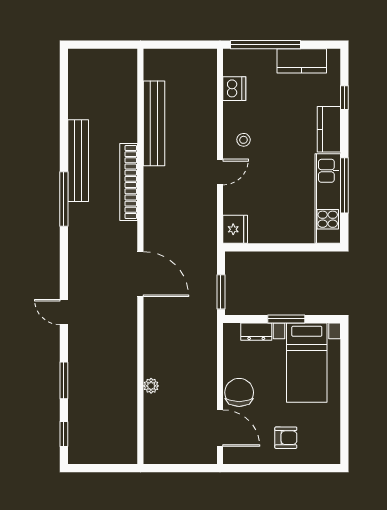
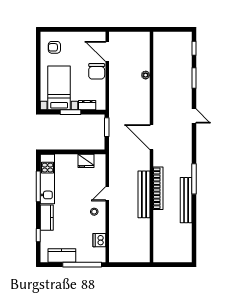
bench: (154, 123) -> (144, 194), moved
fridge: (235, 229) -> (86, 161), moved, turned -90
armchair: (286, 438) -> (54, 47), moved

